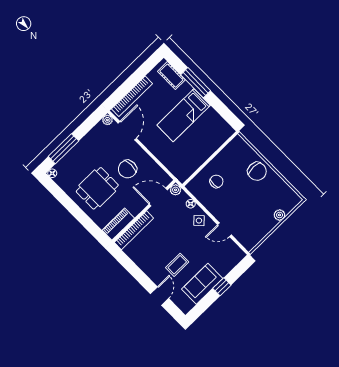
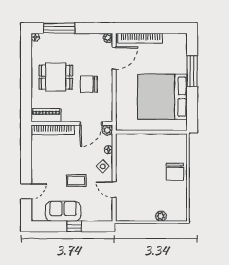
cot: (171, 76) -> (181, 50), removed
bed: (184, 115) -> (162, 97), width x2.04
chair: (216, 181) -> (141, 152), removed
door: (158, 197) -> (91, 123), swing flipped
coffee table: (177, 265) -> (76, 181), moved

